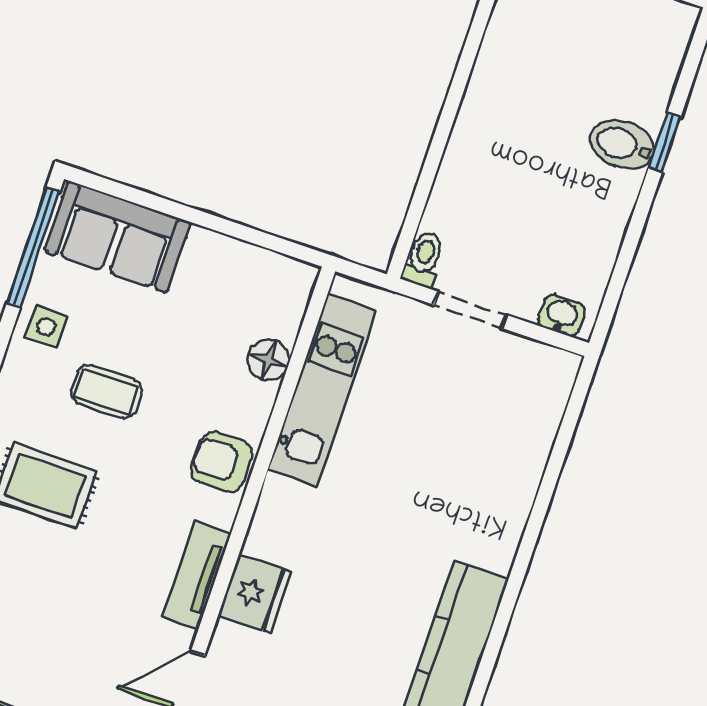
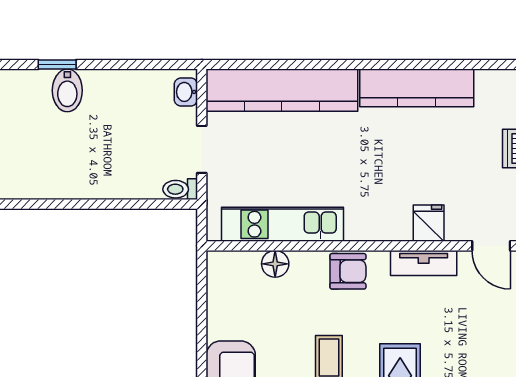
kitchen counter: (517, 455) -> (282, 90), added
armchair: (222, 462) -> (348, 271), turned -90
fridge: (255, 594) -> (429, 223), width x0.72

